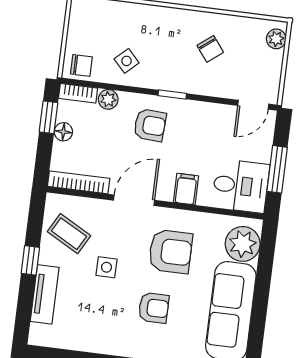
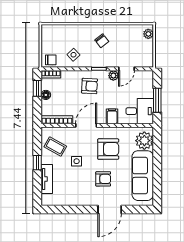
chair: (210, 49) -> (102, 41), moved
plant: (108, 99) -> (113, 76), moved
door: (253, 105) -> (126, 69), moved

